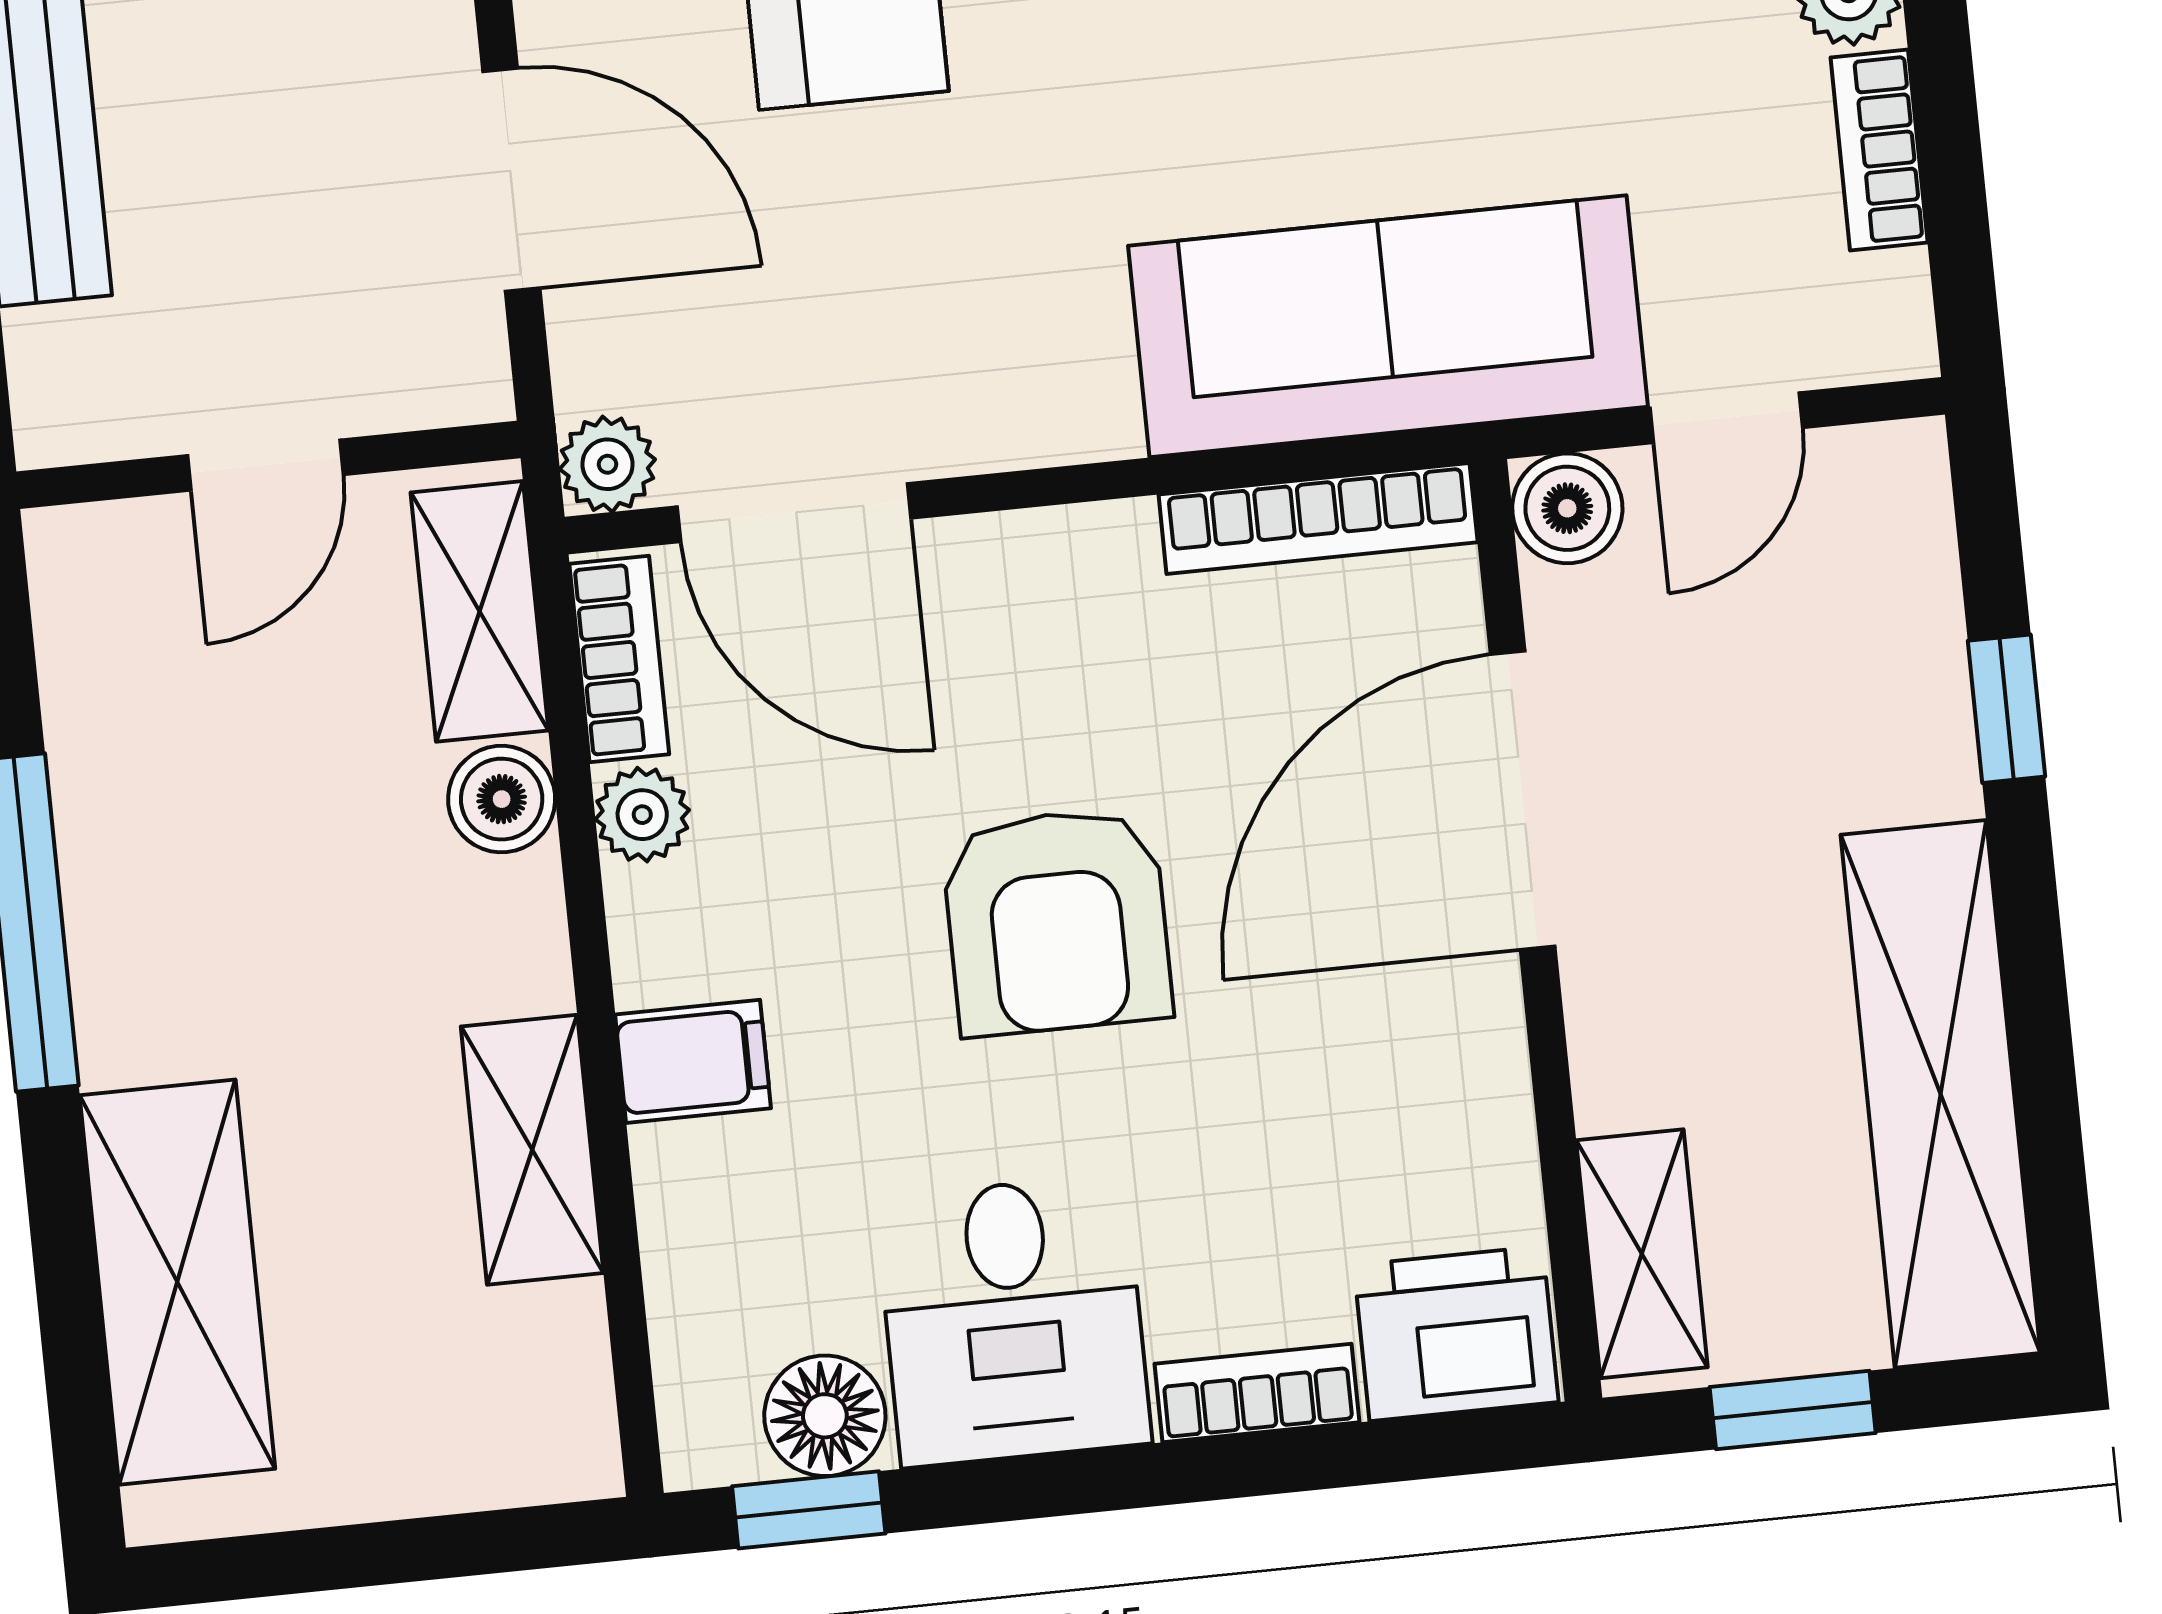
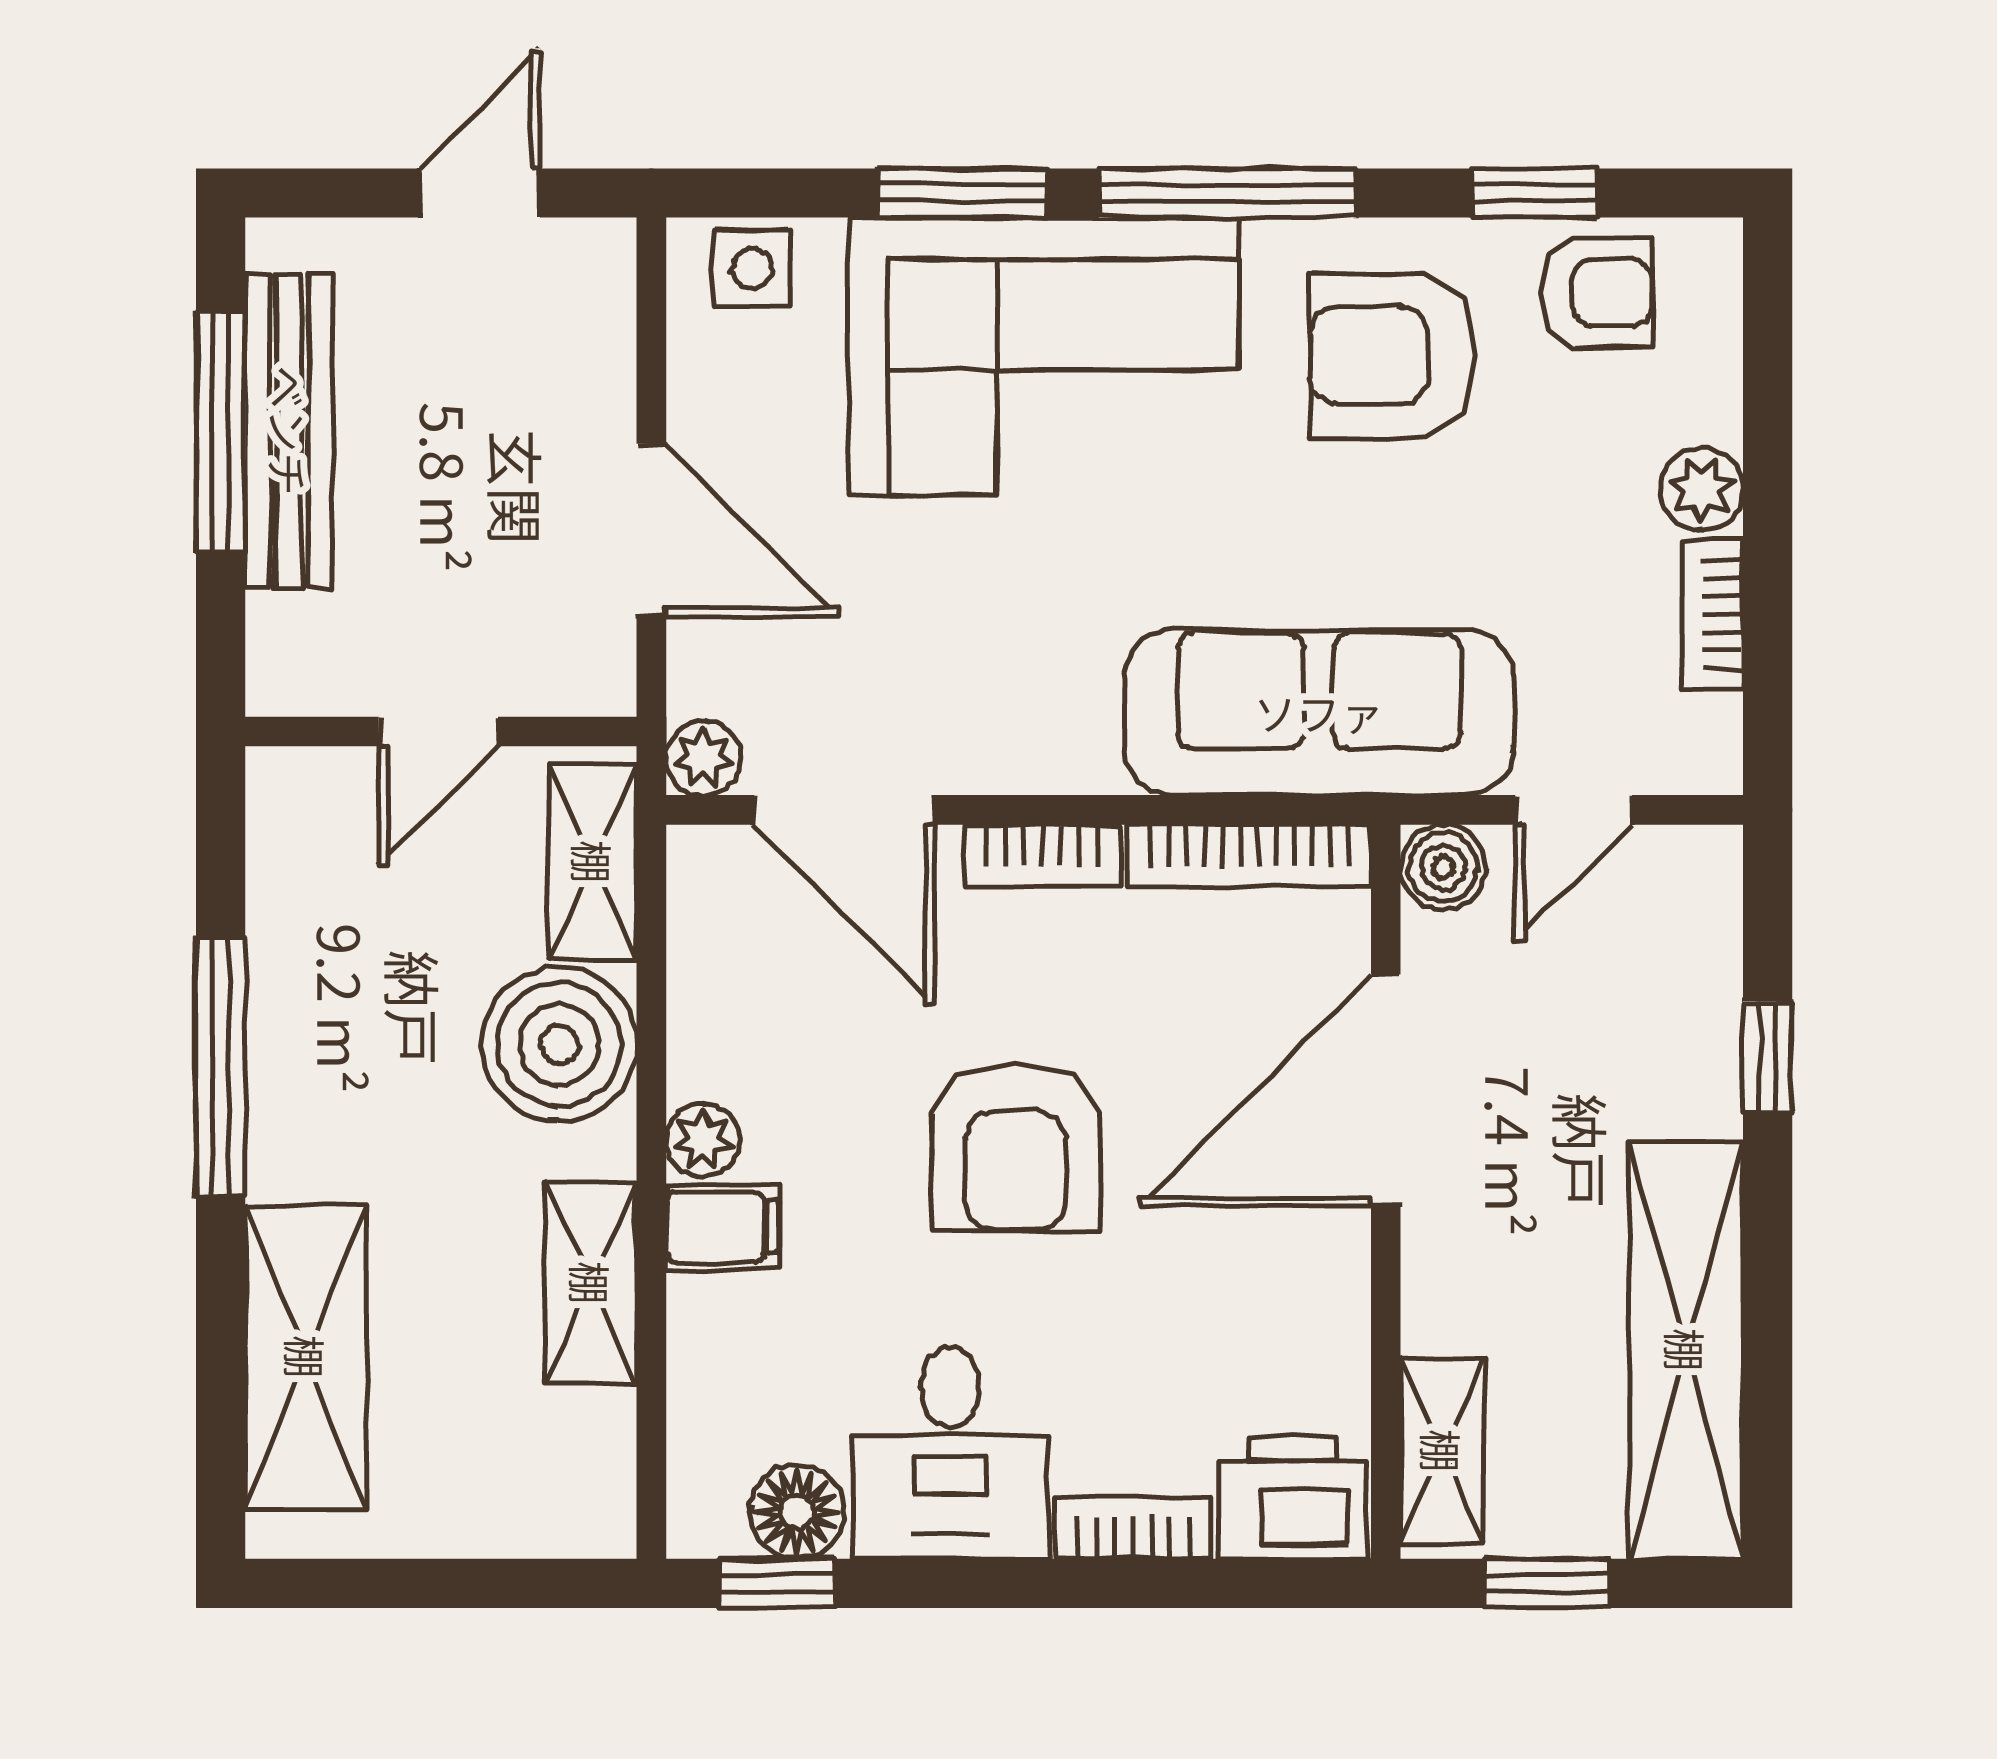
bookcase: (619, 659) -> (1042, 856), moved, turned 90
boiler: (502, 799) -> (559, 1045), width x1.86, depth x1.86
plant: (642, 815) -> (703, 1140), moved

